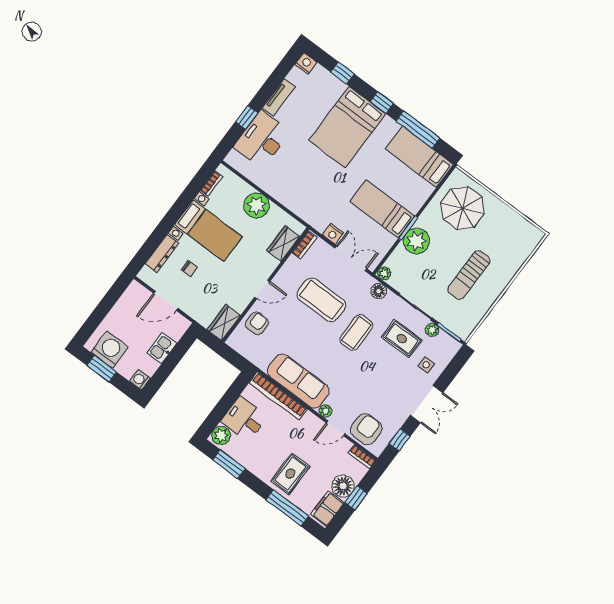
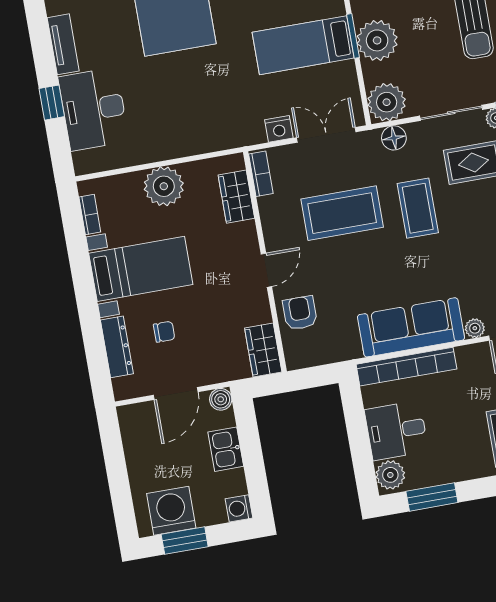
plant: (384, 273) -> (387, 102), width x1.88, depth x1.88
boiler: (183, 324) -> (221, 399), added

